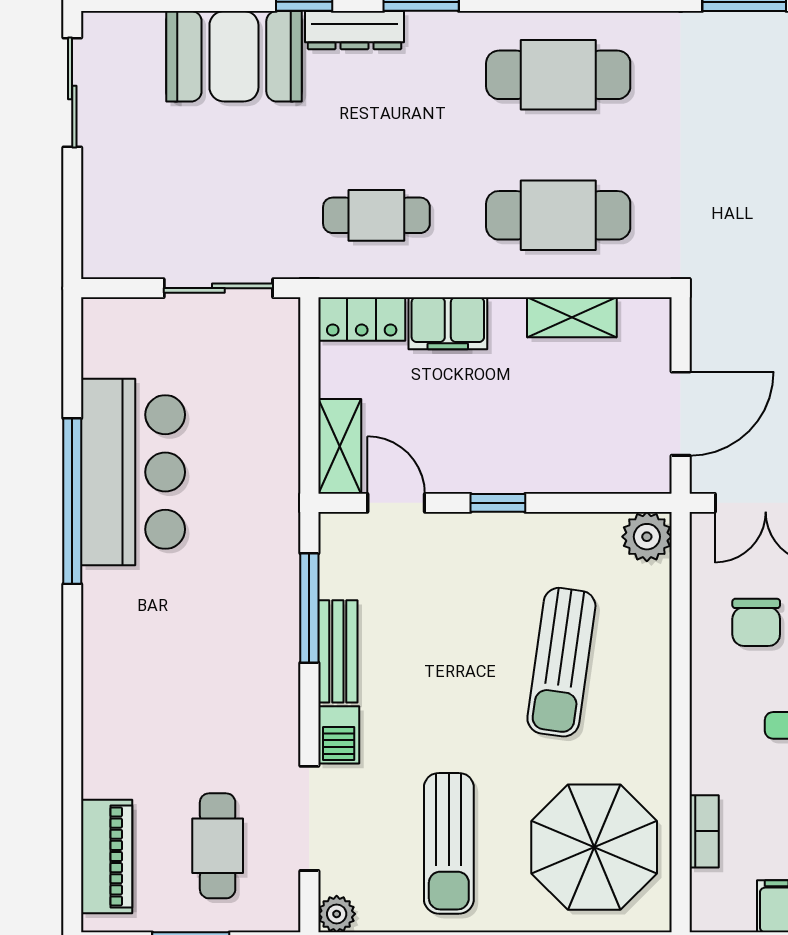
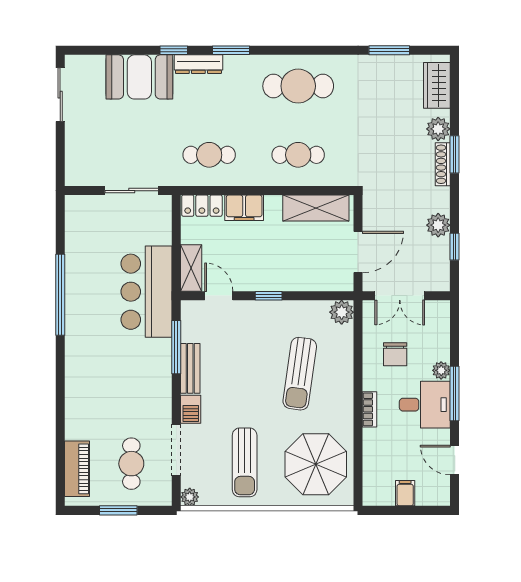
cafe table: (558, 215) -> (298, 155), width x0.73, depth x0.74
shelving: (572, 317) -> (316, 208), width x1.50, depth x1.33
bar counter: (133, 472) -> (146, 292), moved, turned 180
bookcase: (704, 831) -> (370, 409), moved

